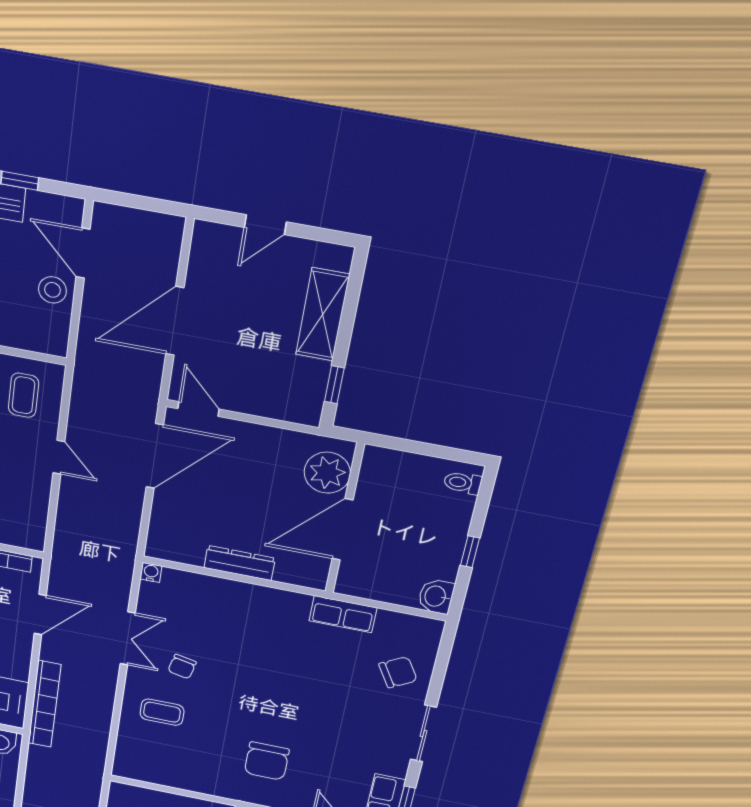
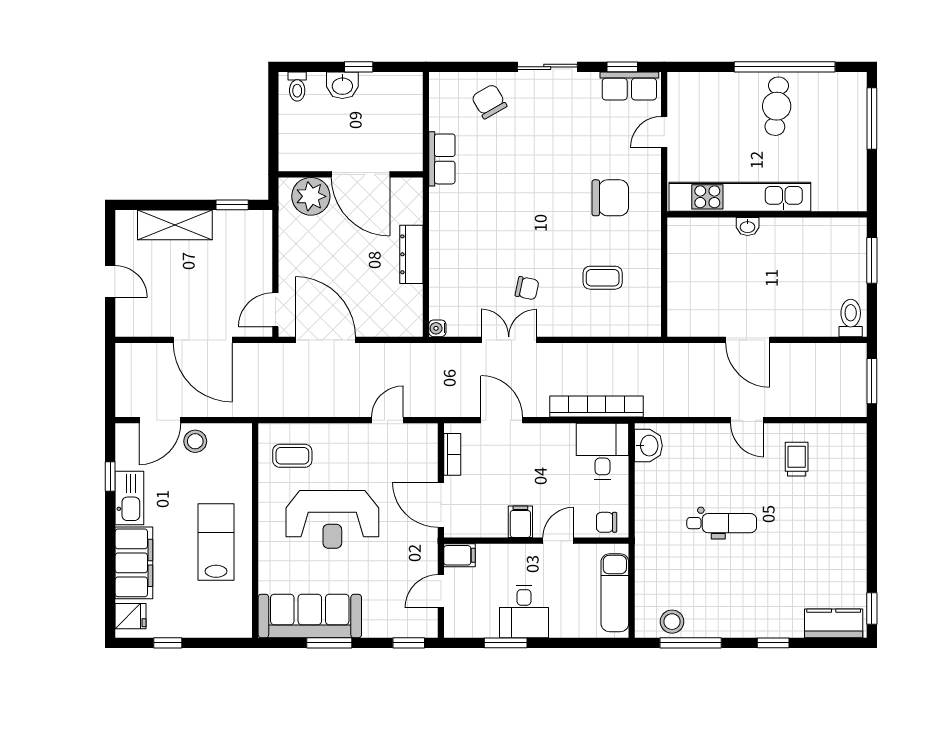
door: (59, 457) -> (387, 420), moved
washbasin: (436, 596) -> (342, 85), moved
coffee table: (162, 712) -> (603, 278), moved, turned 90

